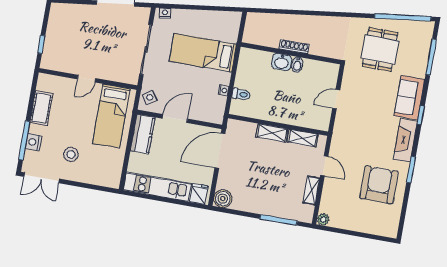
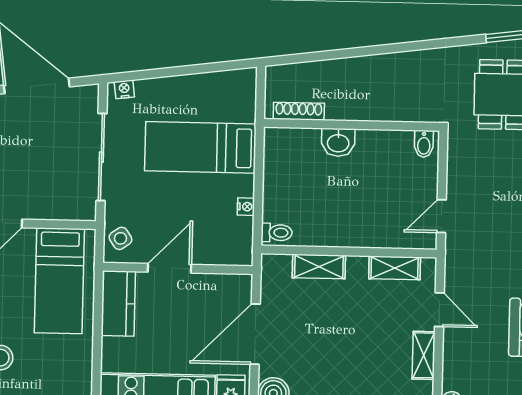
shoe rack: (294, 47) -> (299, 111), moved
bidet: (297, 65) -> (424, 144), moved
toilet: (241, 94) -> (277, 233), moved
door: (336, 99) -> (441, 216), moved
shelving: (272, 133) -> (319, 267), moved
door: (220, 151) -> (255, 334), moved

